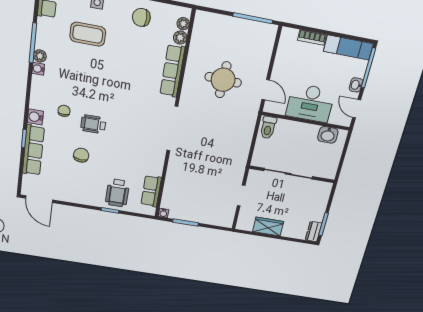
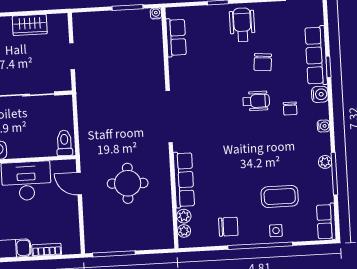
water cooler: (38, 69) -> (324, 126), moved
wheelchair: (117, 193) -> (242, 25), moved

